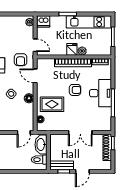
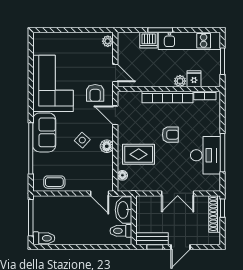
dishwasher: (43, 21) -> (149, 40), moved
fridge: (72, 49) -> (194, 79), moved
desk: (101, 93) -> (205, 155), moved
door: (24, 133) -> (100, 193), hinge flipped

